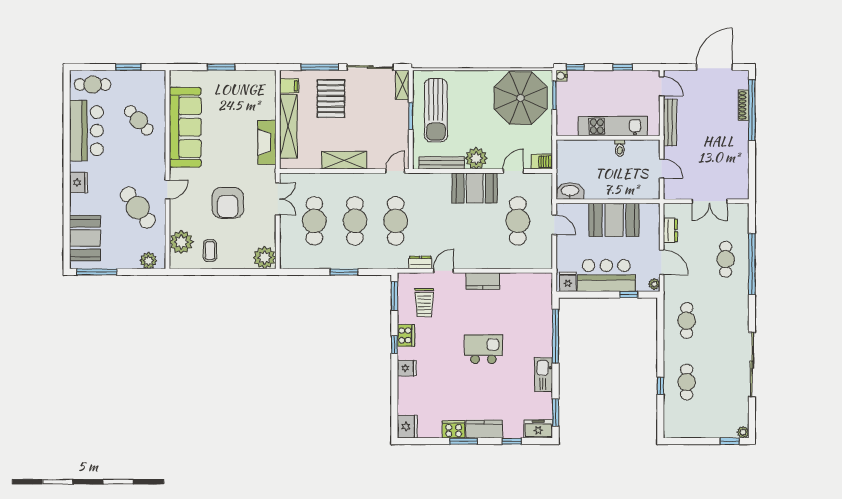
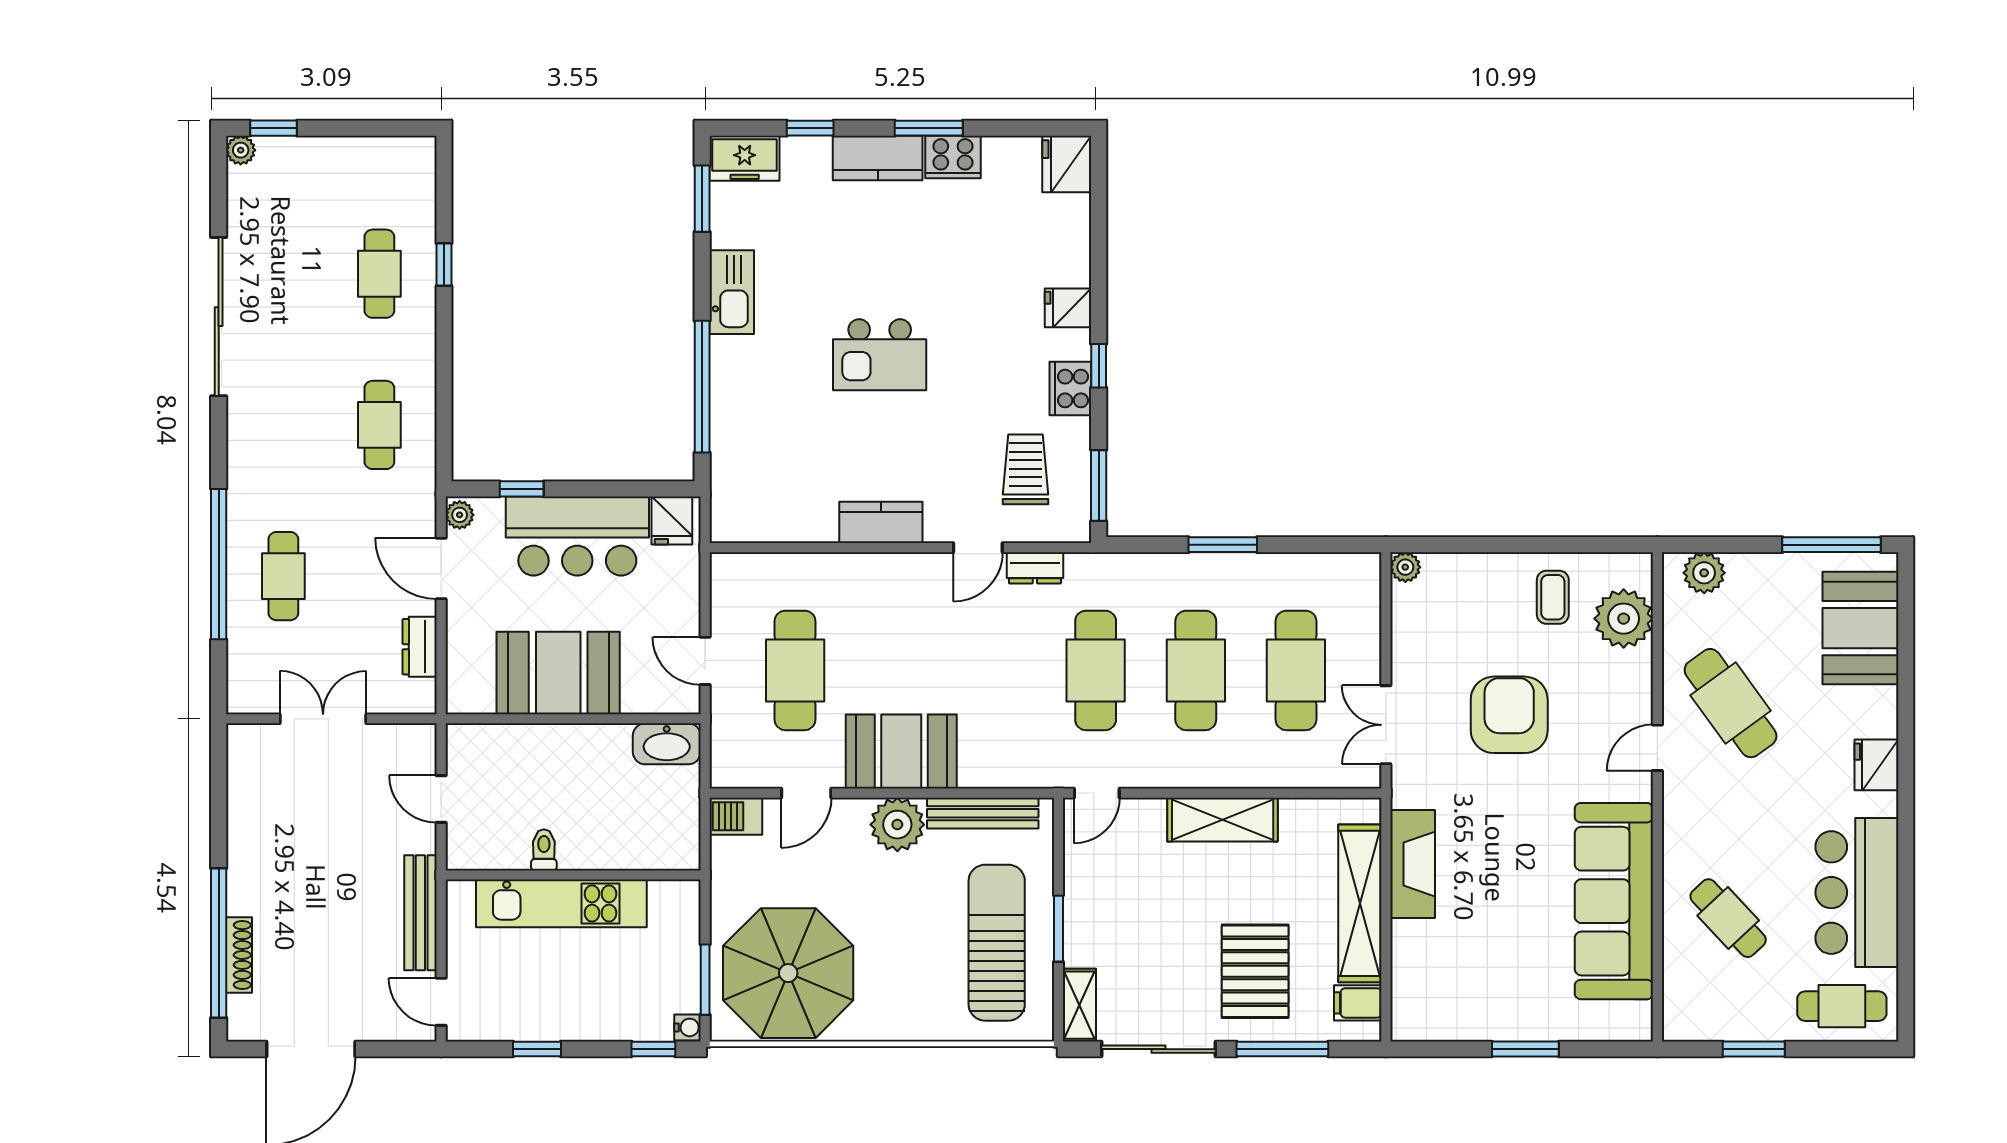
plant: (265, 258) -> (1405, 567), width x0.53, depth x0.53

